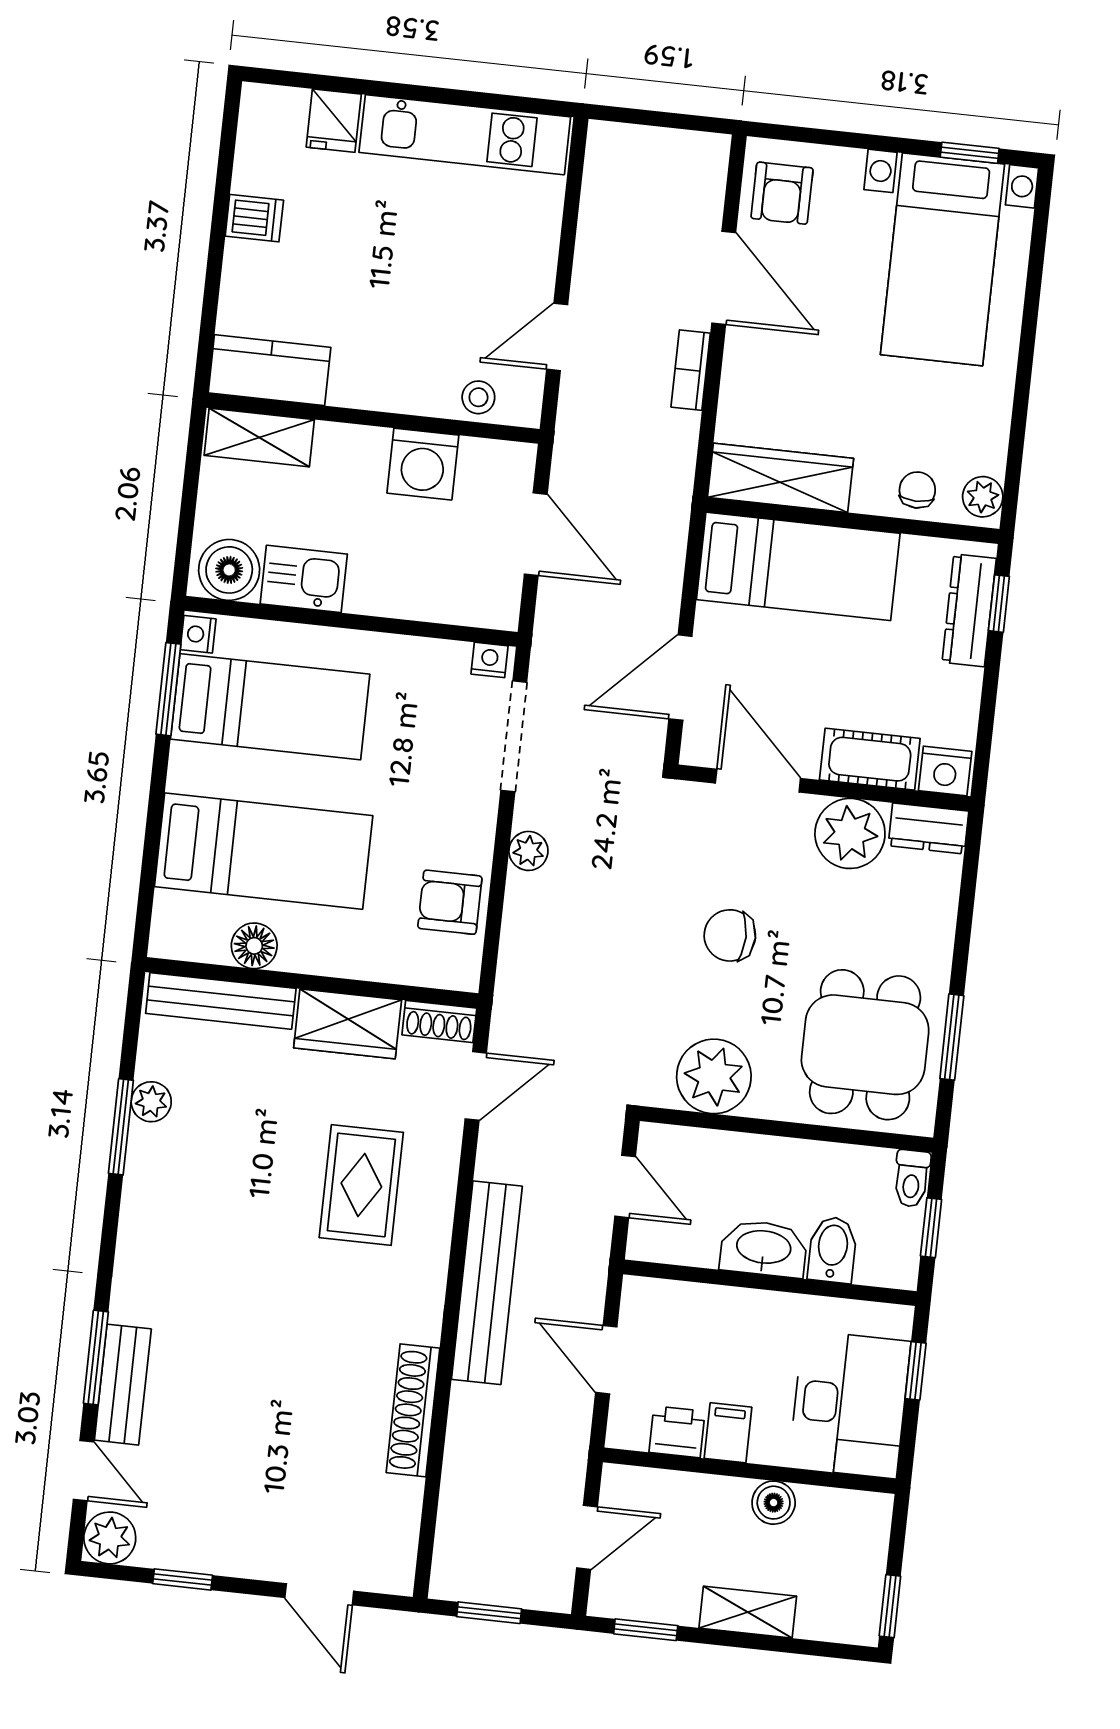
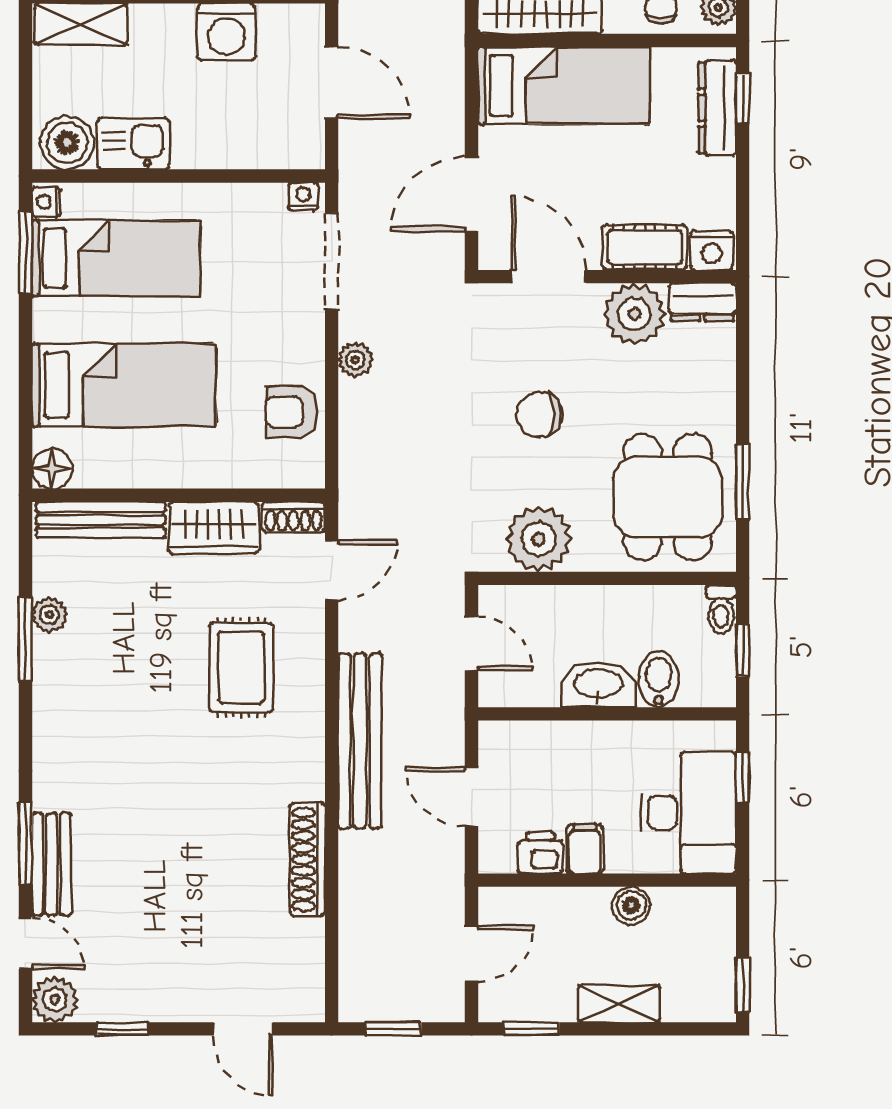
floor lamp: (254, 946) -> (52, 469), moved

